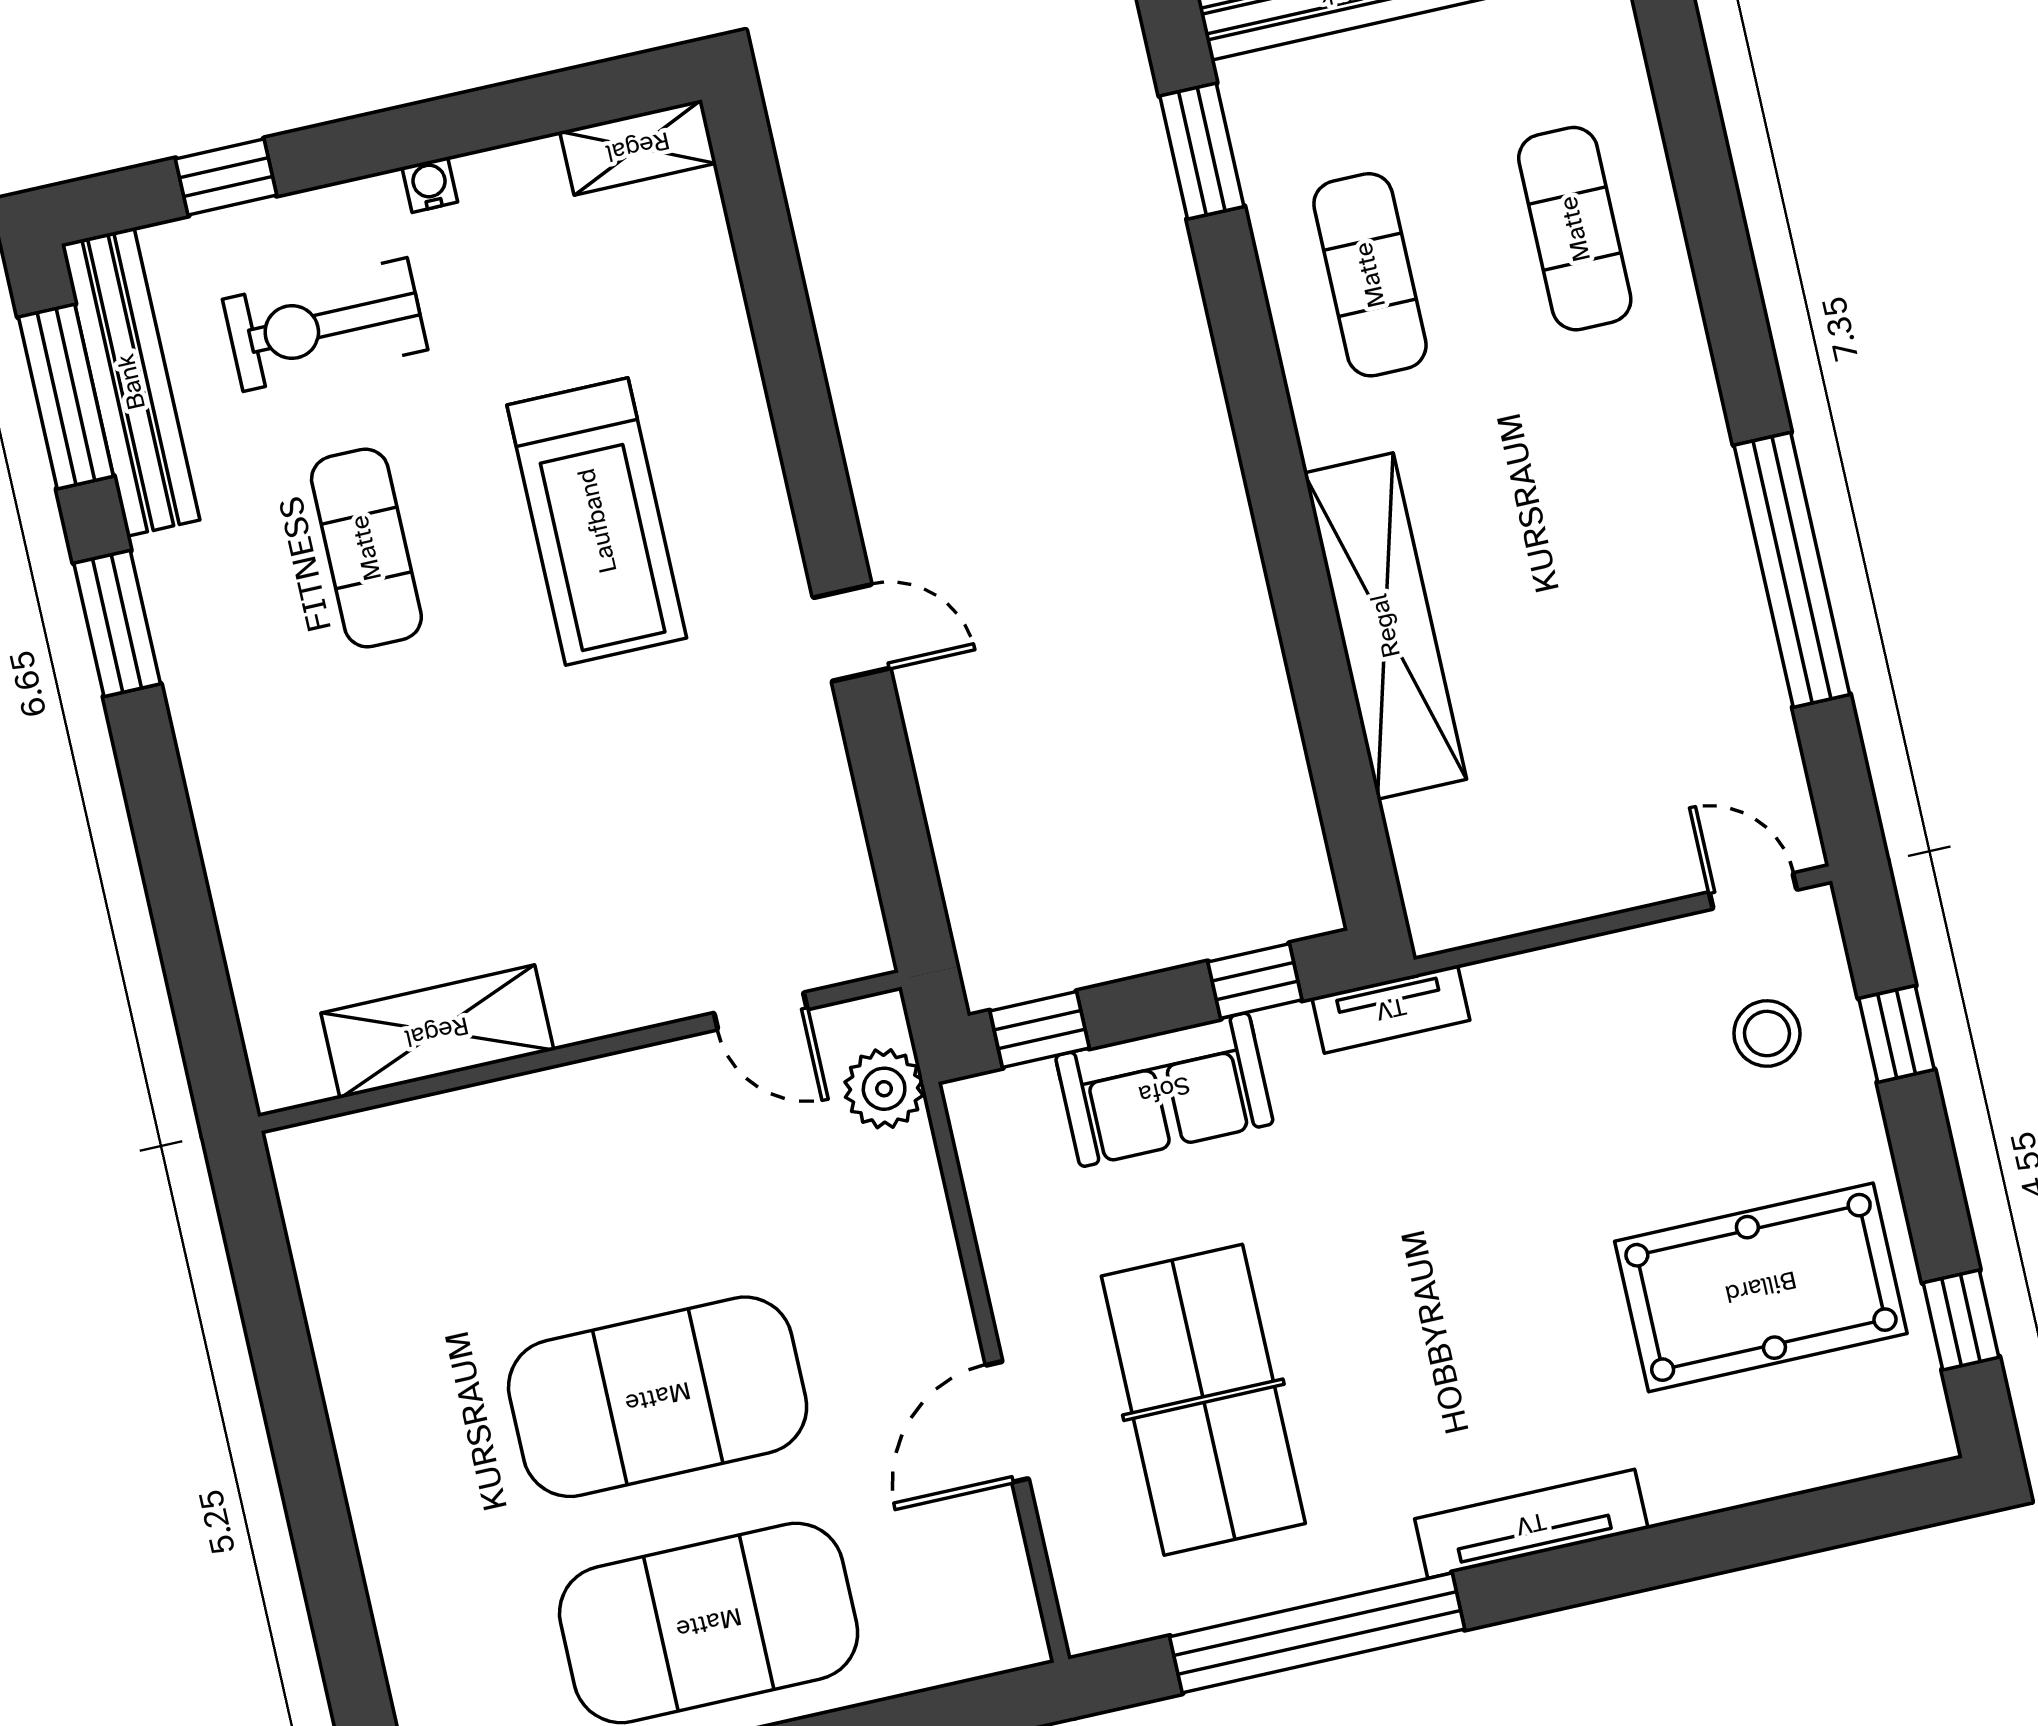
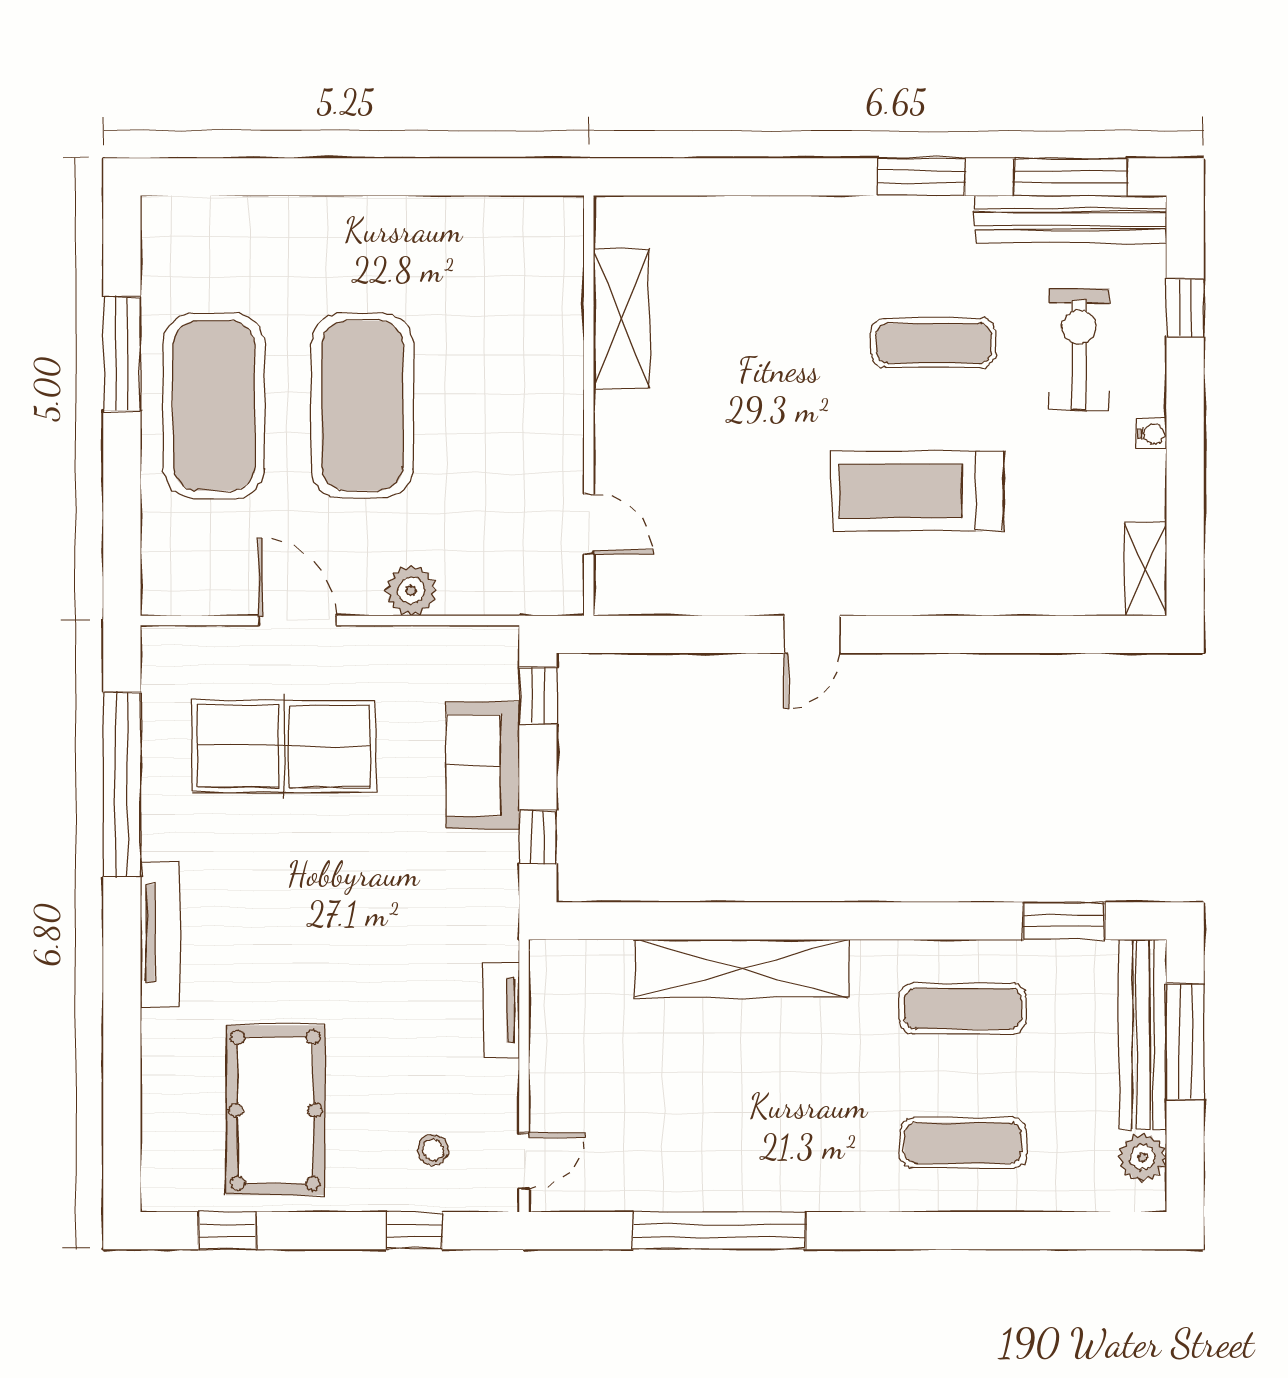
tv unit: (1391, 1009) -> (501, 1010), moved
door: (761, 1011) -> (589, 524), swing flipped
stool: (1767, 1033) -> (433, 1150), width x0.73, depth x0.73
plant: (884, 1089) -> (411, 590), moved

